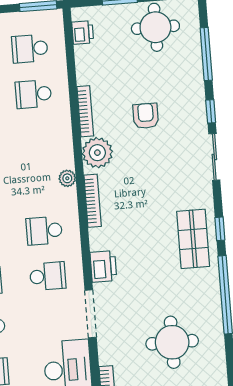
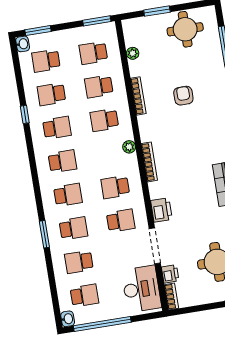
printer: (83, 32) -> (170, 274), moved
school desk: (37, 140) -> (104, 120), added
plant: (97, 153) -> (133, 53), moved, width x0.53, depth x0.53

